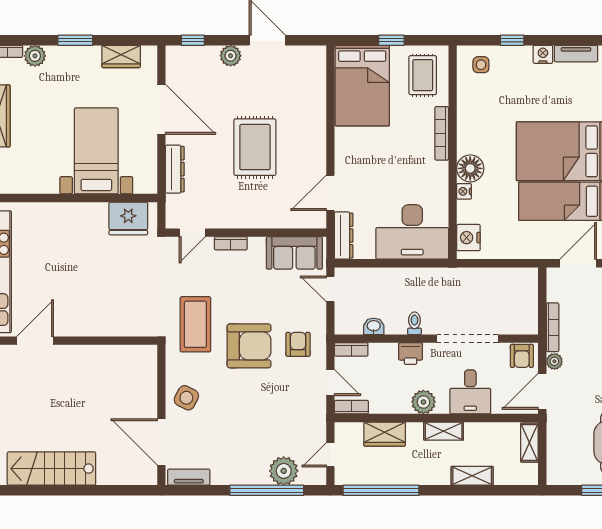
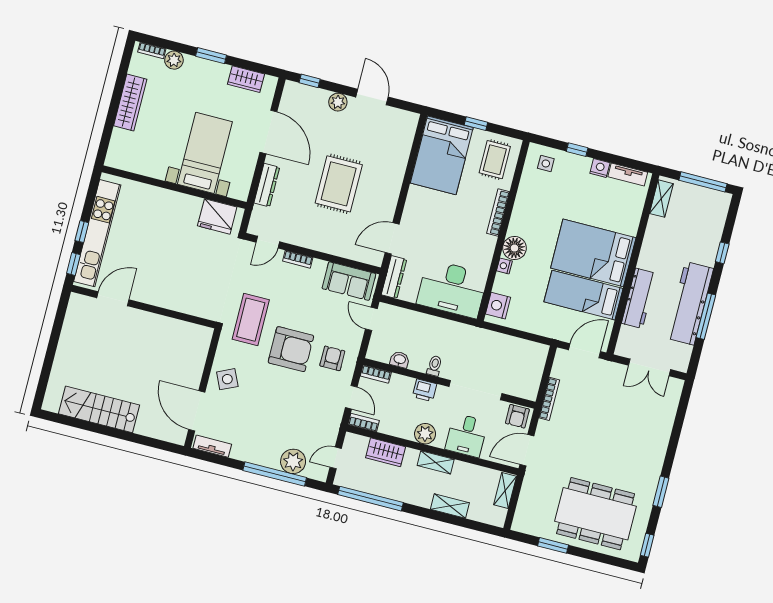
plant: (554, 361) -> (543, 428), removed
side table: (186, 398) -> (227, 379), turned 38

